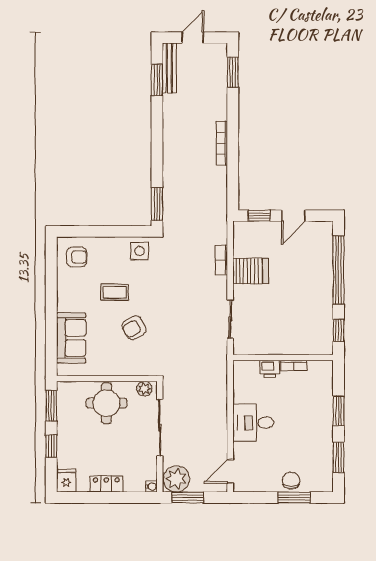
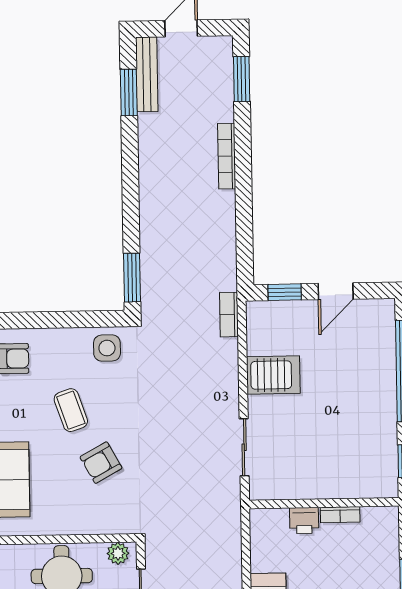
bookcase: (222, 143) -> (227, 156), moved
bookcase: (221, 260) -> (229, 315), moved
coffee table: (114, 292) -> (71, 410), turned 71

